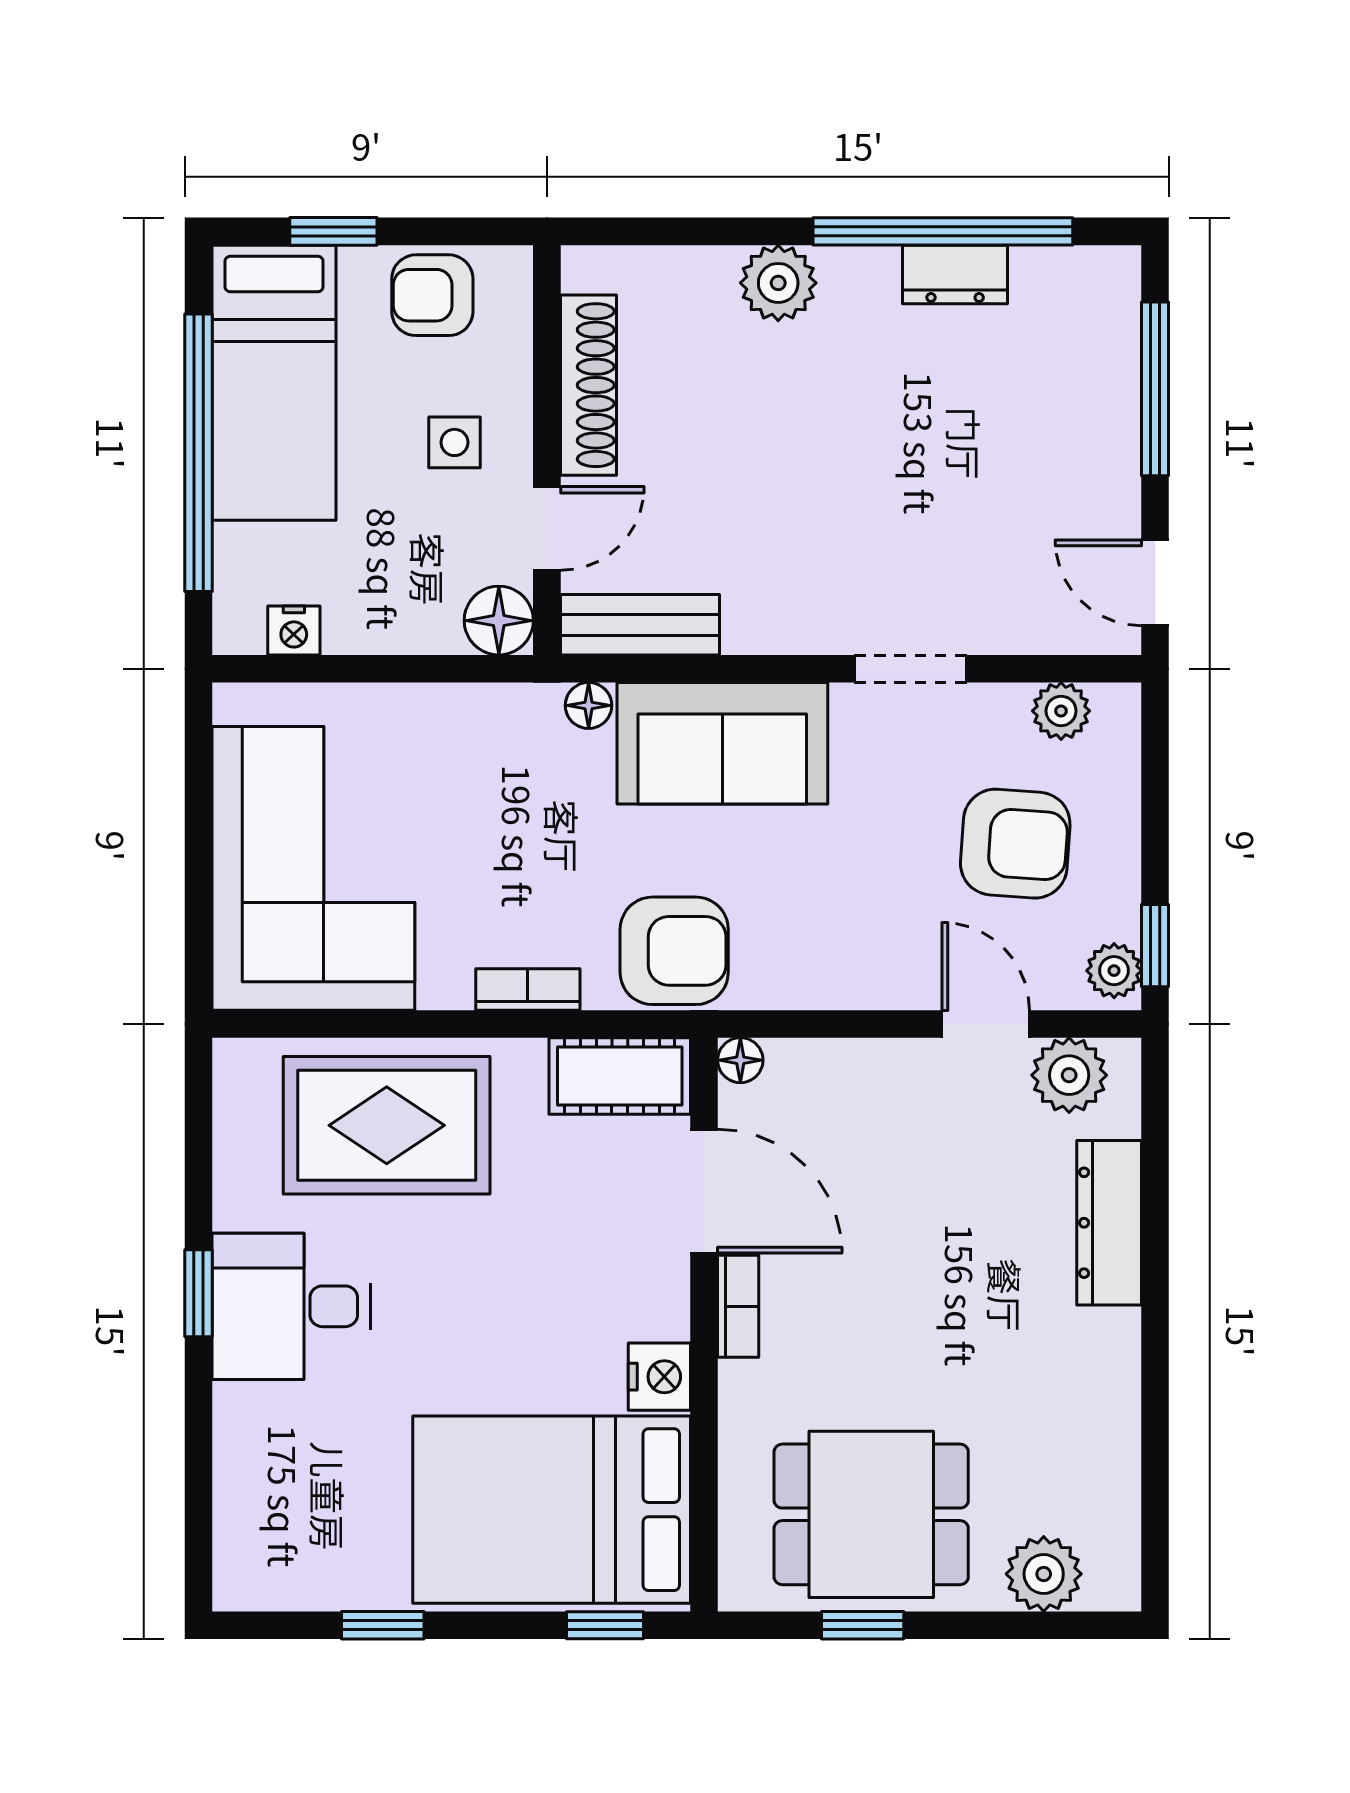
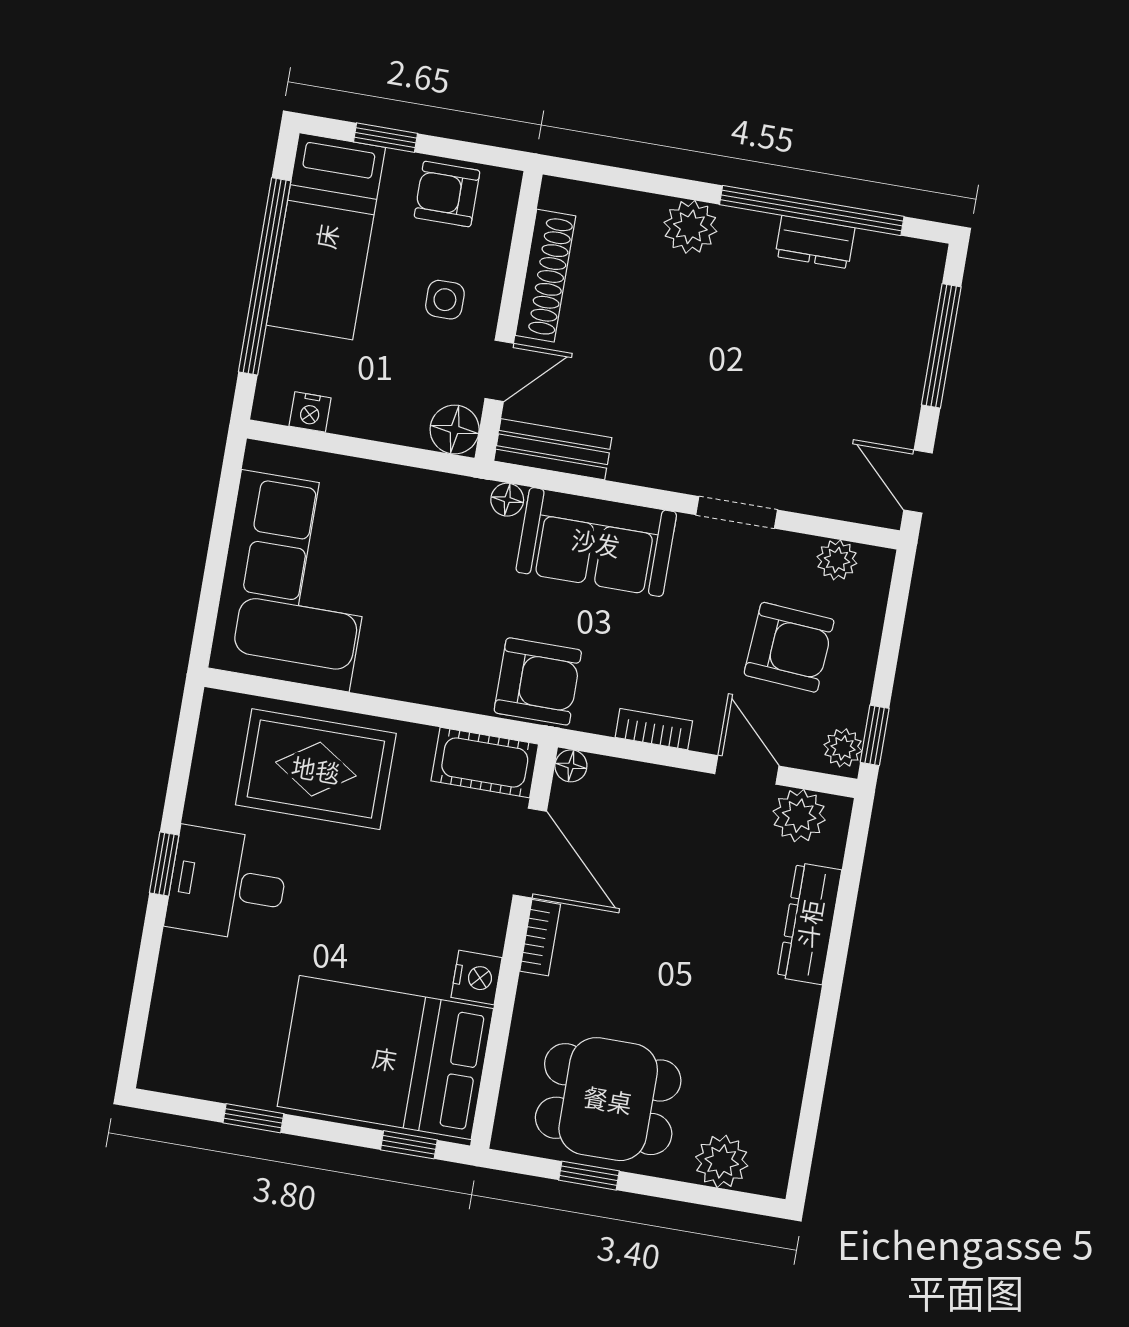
bookcase: (528, 990) -> (654, 729), moved

